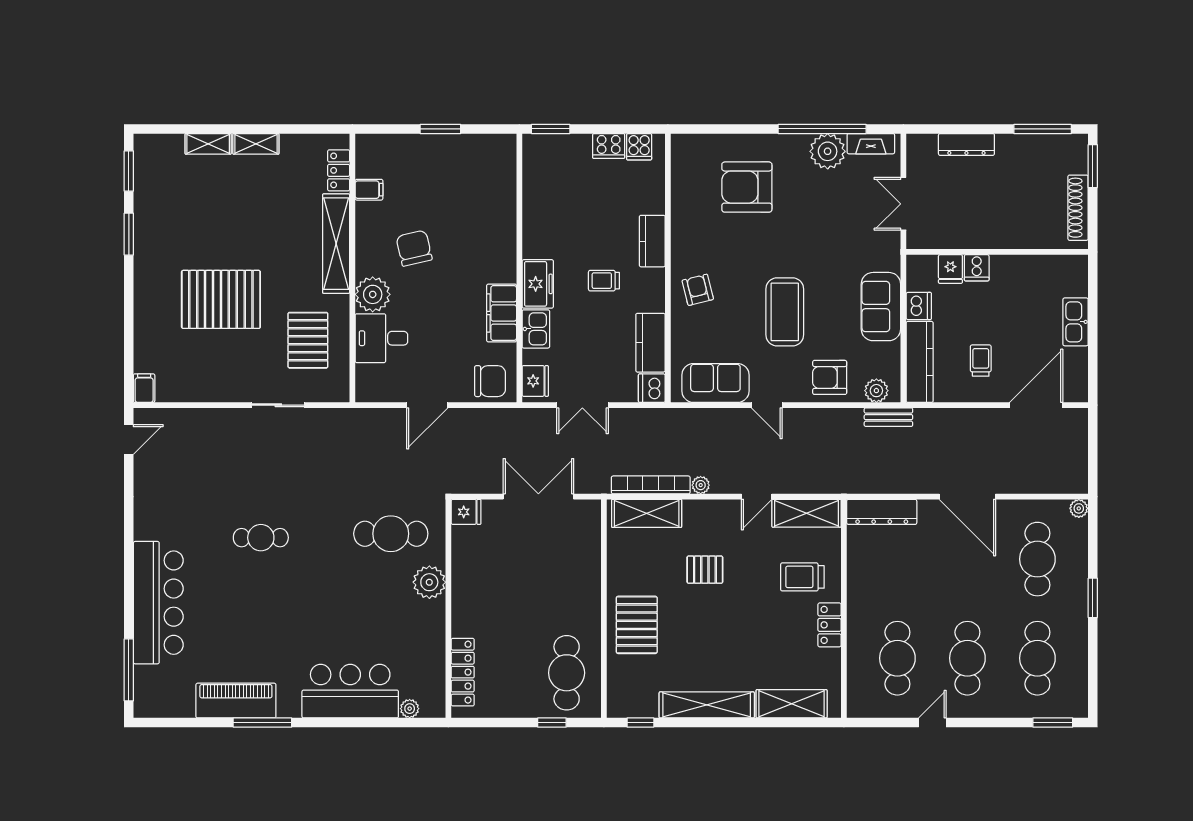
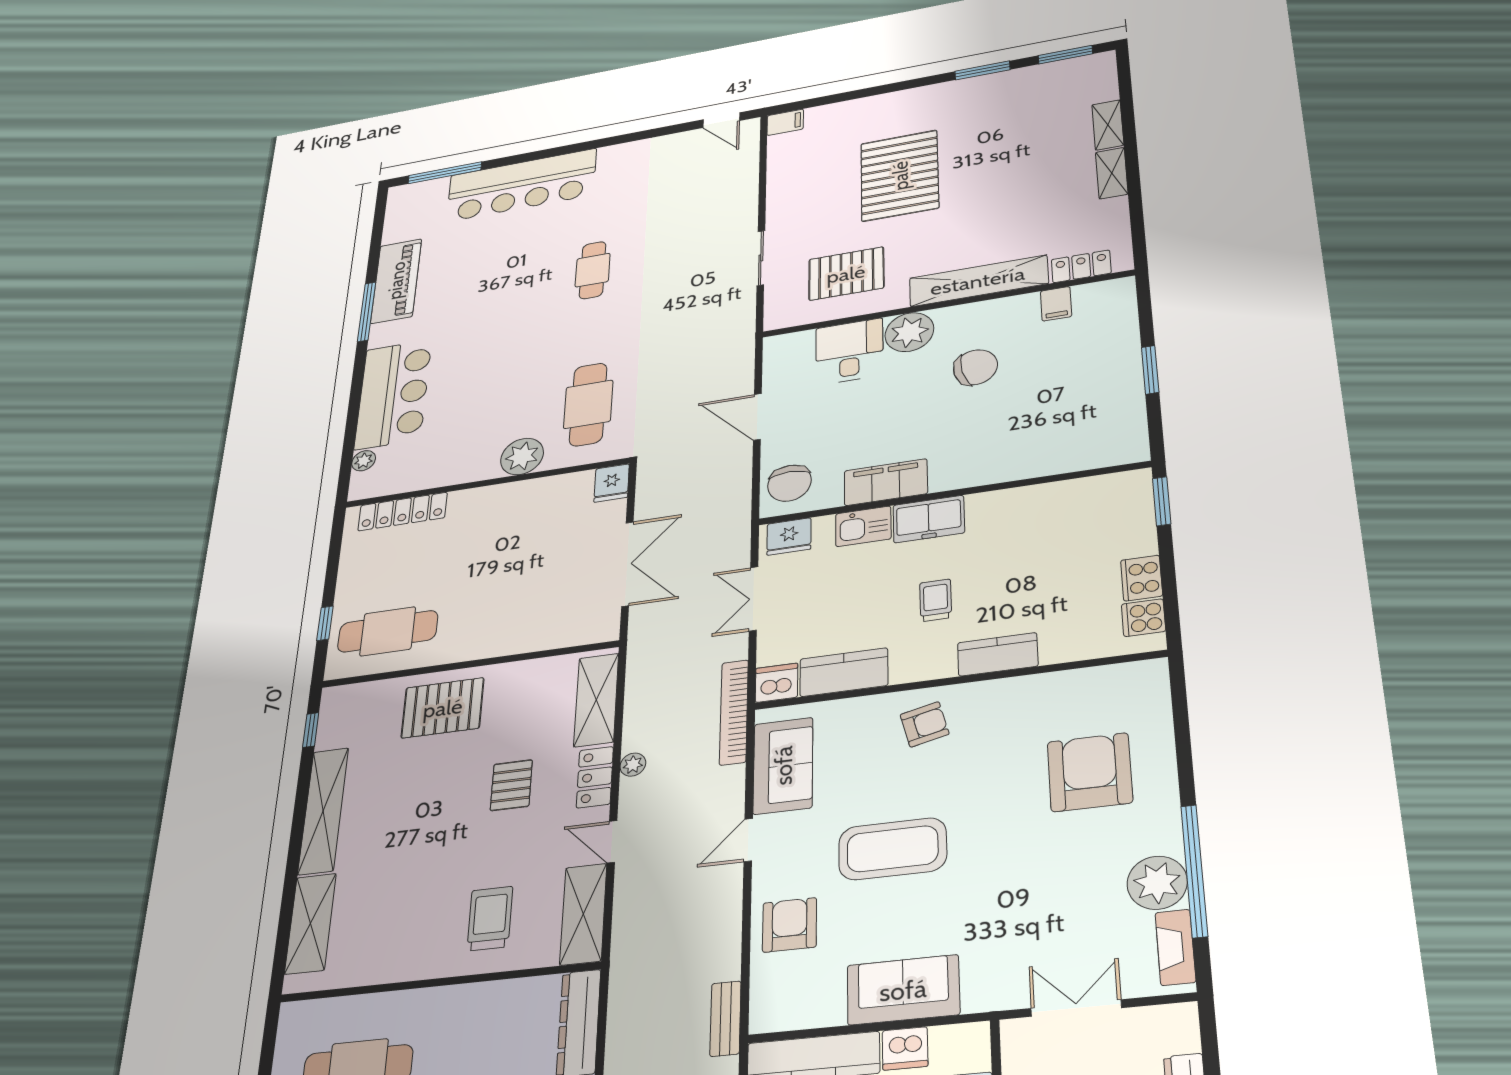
plant: (876, 391) -> (768, 996), removed
bookcase: (651, 485) -> (734, 712), moved, turned 180
locker: (829, 625) -> (595, 777), moved, turned -90

